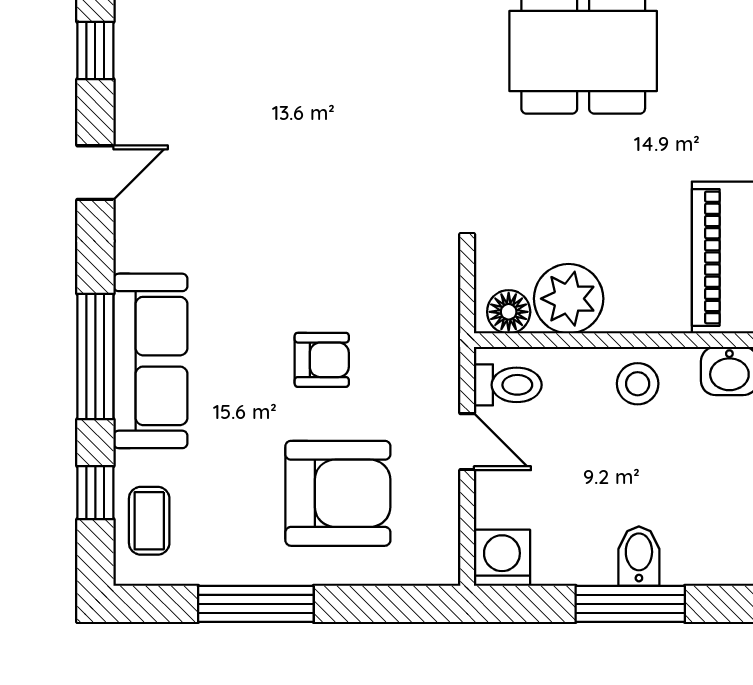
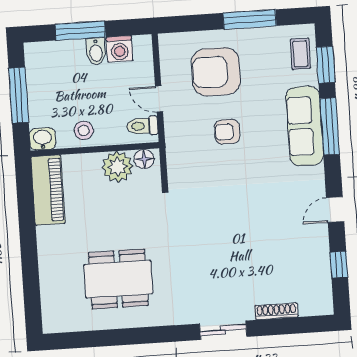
window: (95, 493) -> (326, 65), width x1.50
bidet: (639, 556) -> (96, 51), moved
washing machine: (502, 558) -> (120, 49), moved

